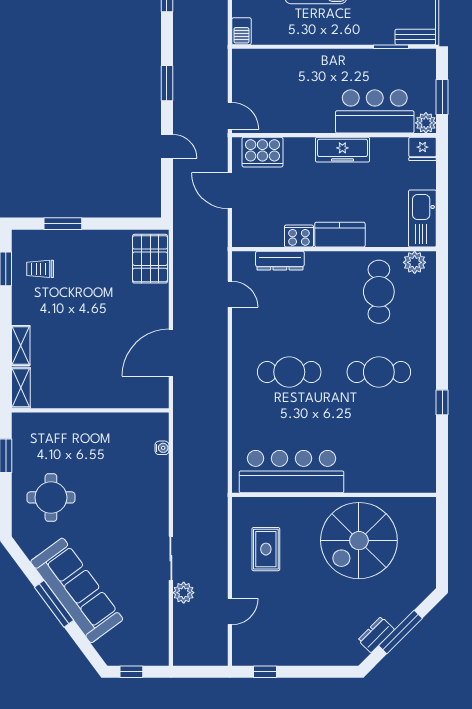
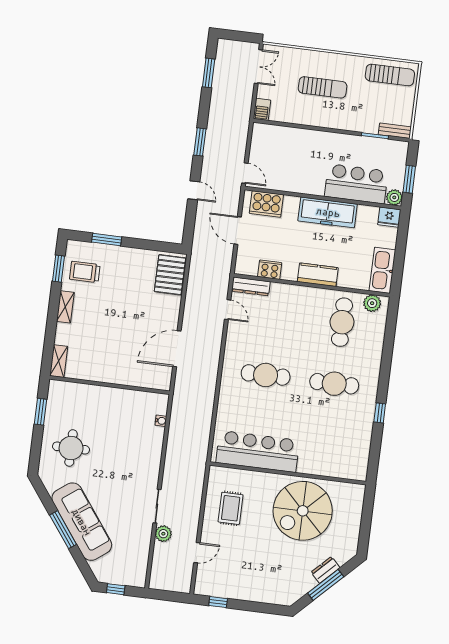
freezer: (342, 150) -> (328, 212), width x1.36, depth x1.26
cooker: (299, 236) -> (270, 270), moved
dresser: (280, 261) -> (251, 286), moved
trolley: (40, 269) -> (85, 272), width x1.36, depth x1.39
shelving: (21, 345) -> (65, 307), moved
dresser: (376, 635) -> (326, 570), moved

